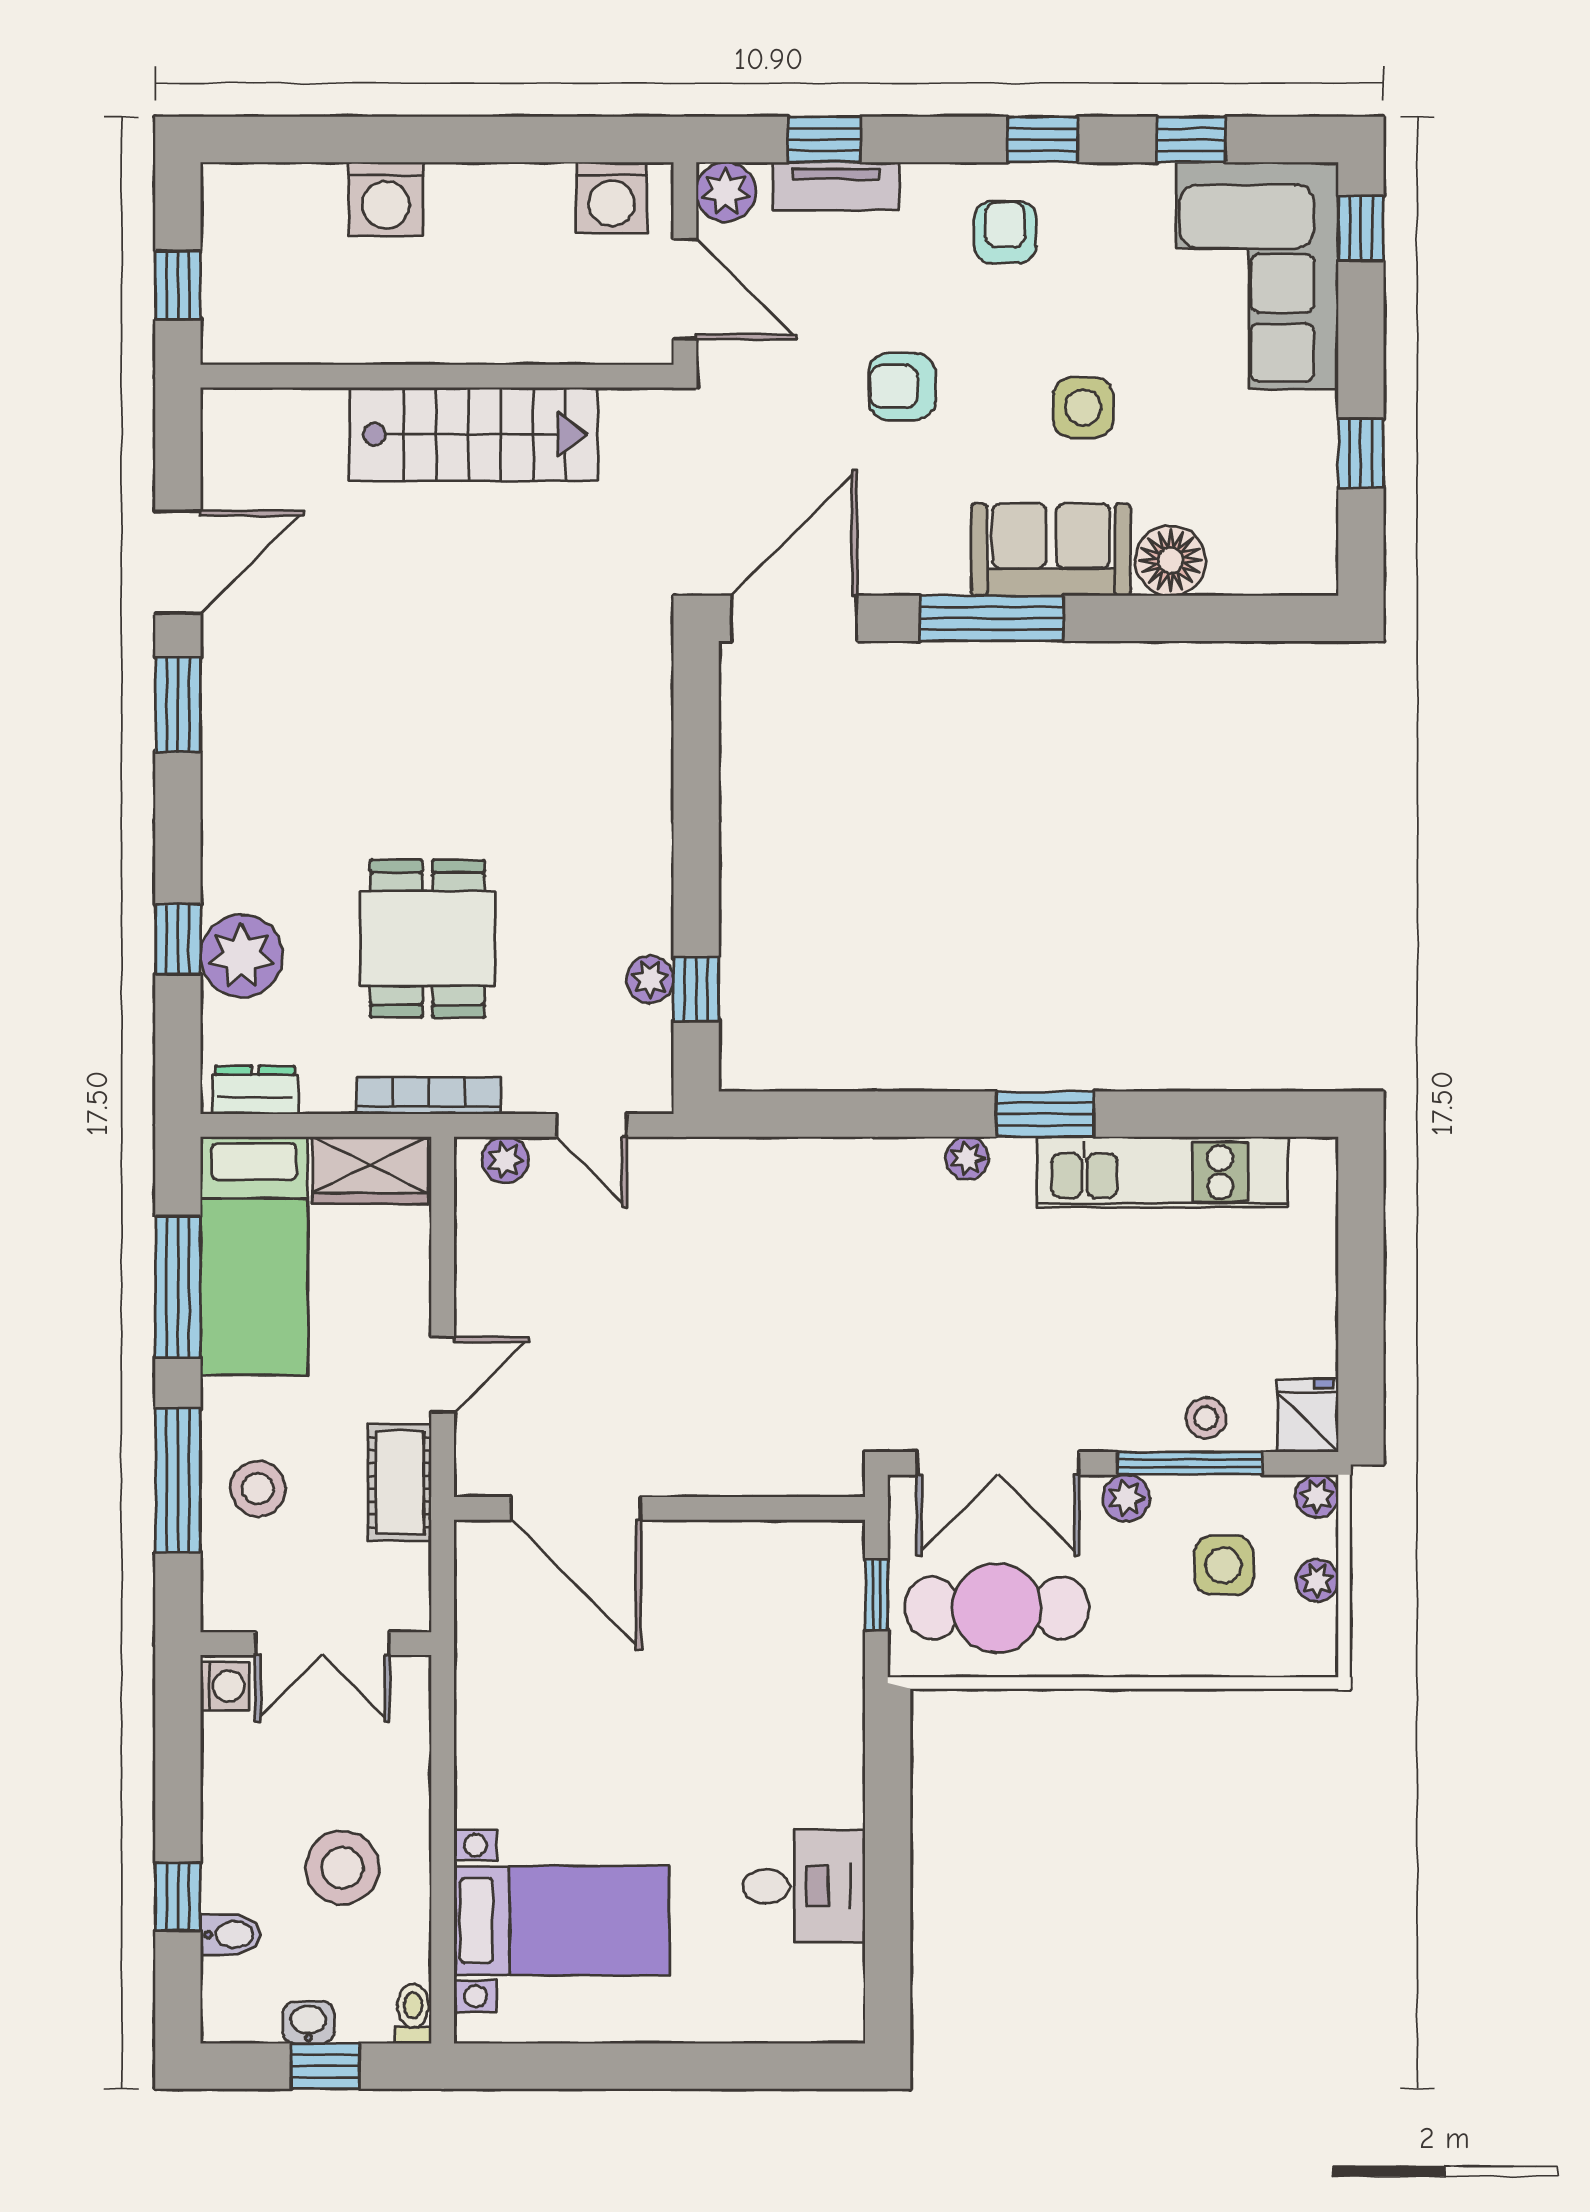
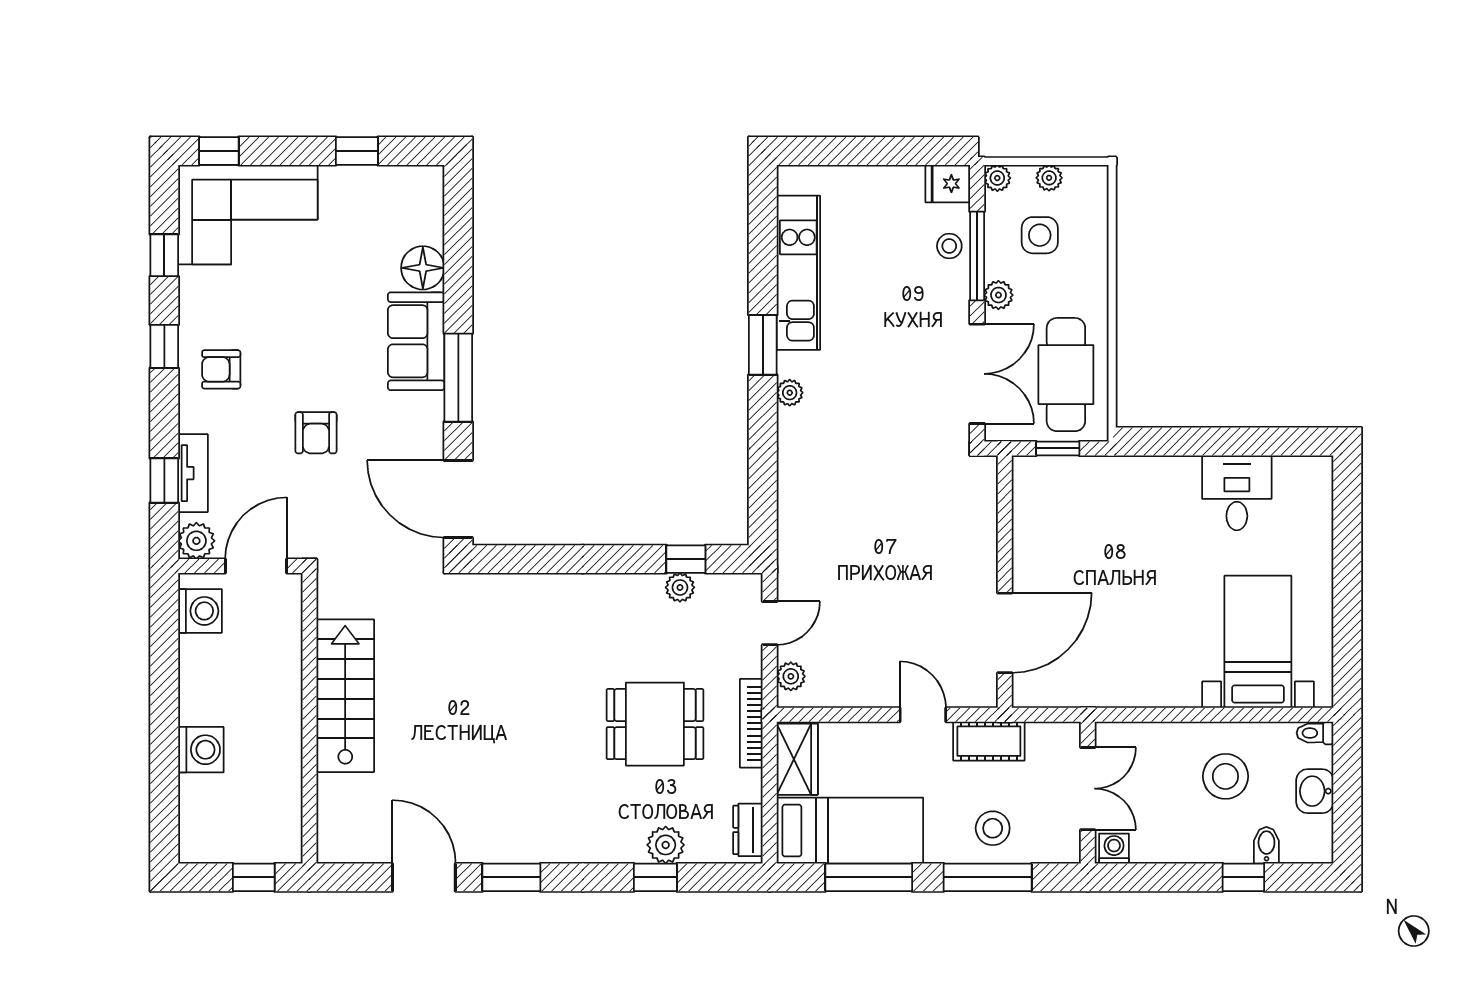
side table: (1083, 407) -> (329, 321), removed
plant: (242, 956) -> (666, 845), width x0.73, depth x0.73
washbasin: (308, 2023) -> (1315, 791), width x1.38, depth x1.45
window: (325, 2066) -> (1347, 787), removed

